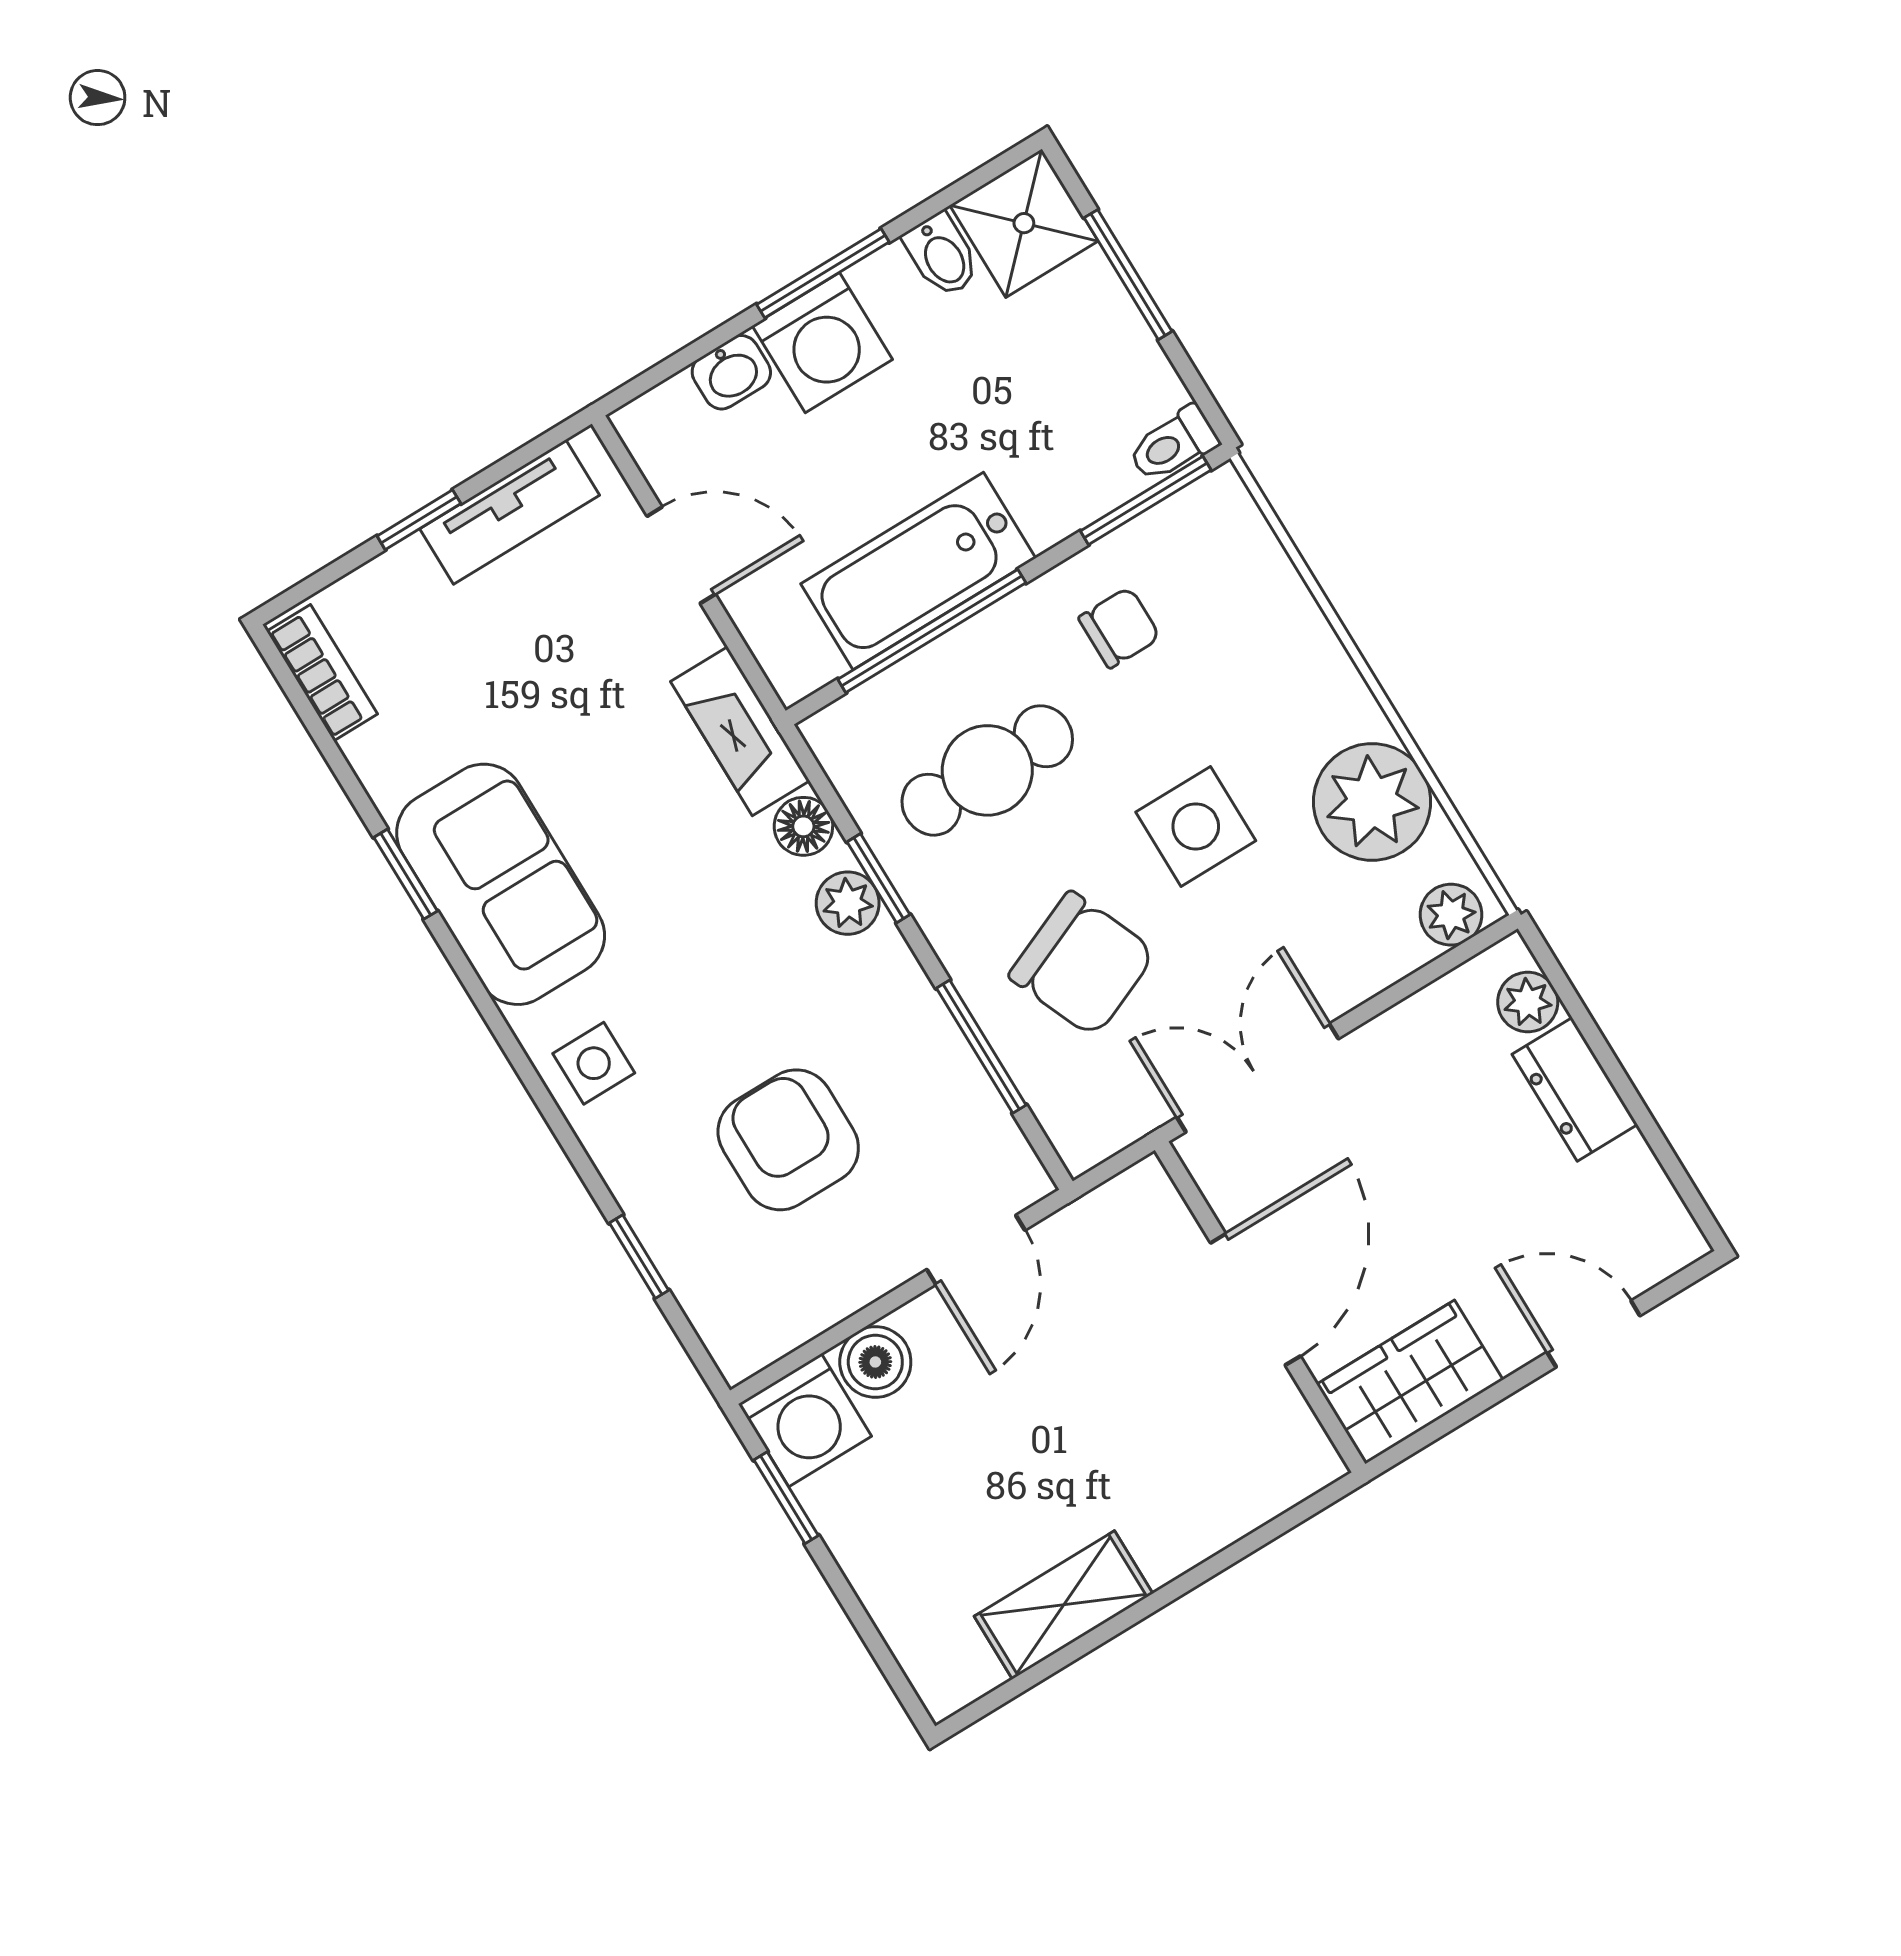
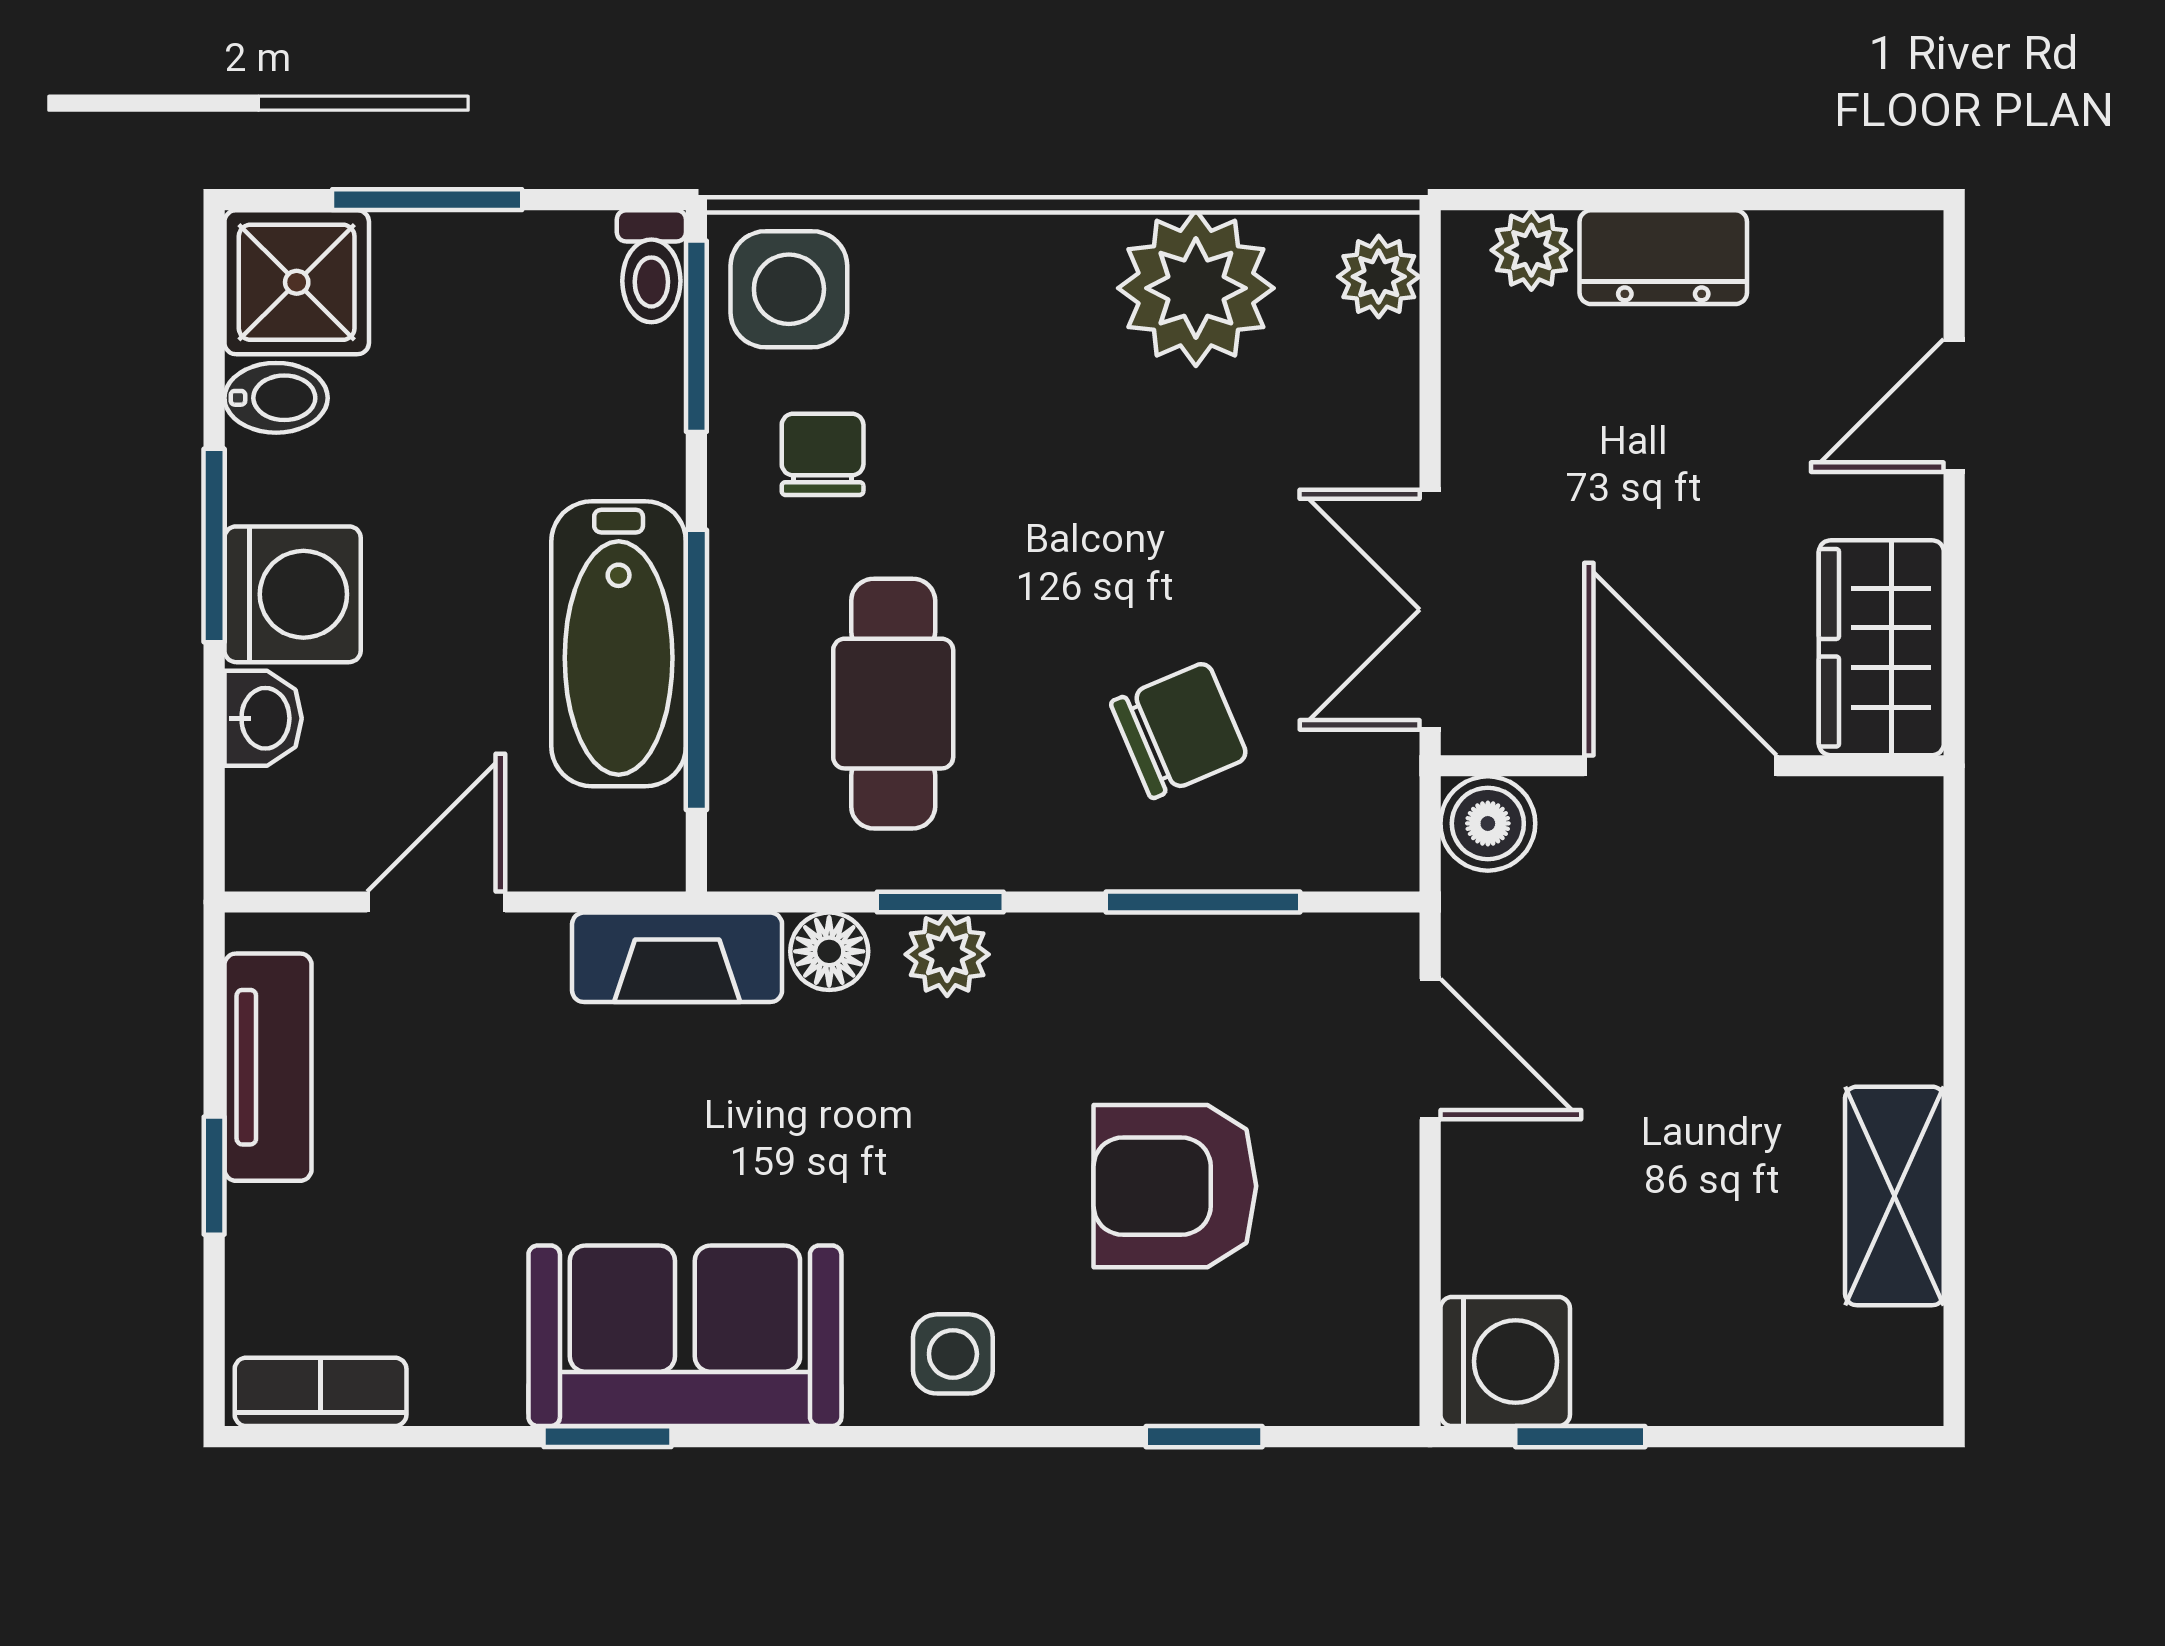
side table: (1196, 826) -> (789, 289), moved
chair: (1082, 964) -> (1179, 730), width x0.73, depth x0.73
boiler: (875, 1362) -> (1488, 823), moved

